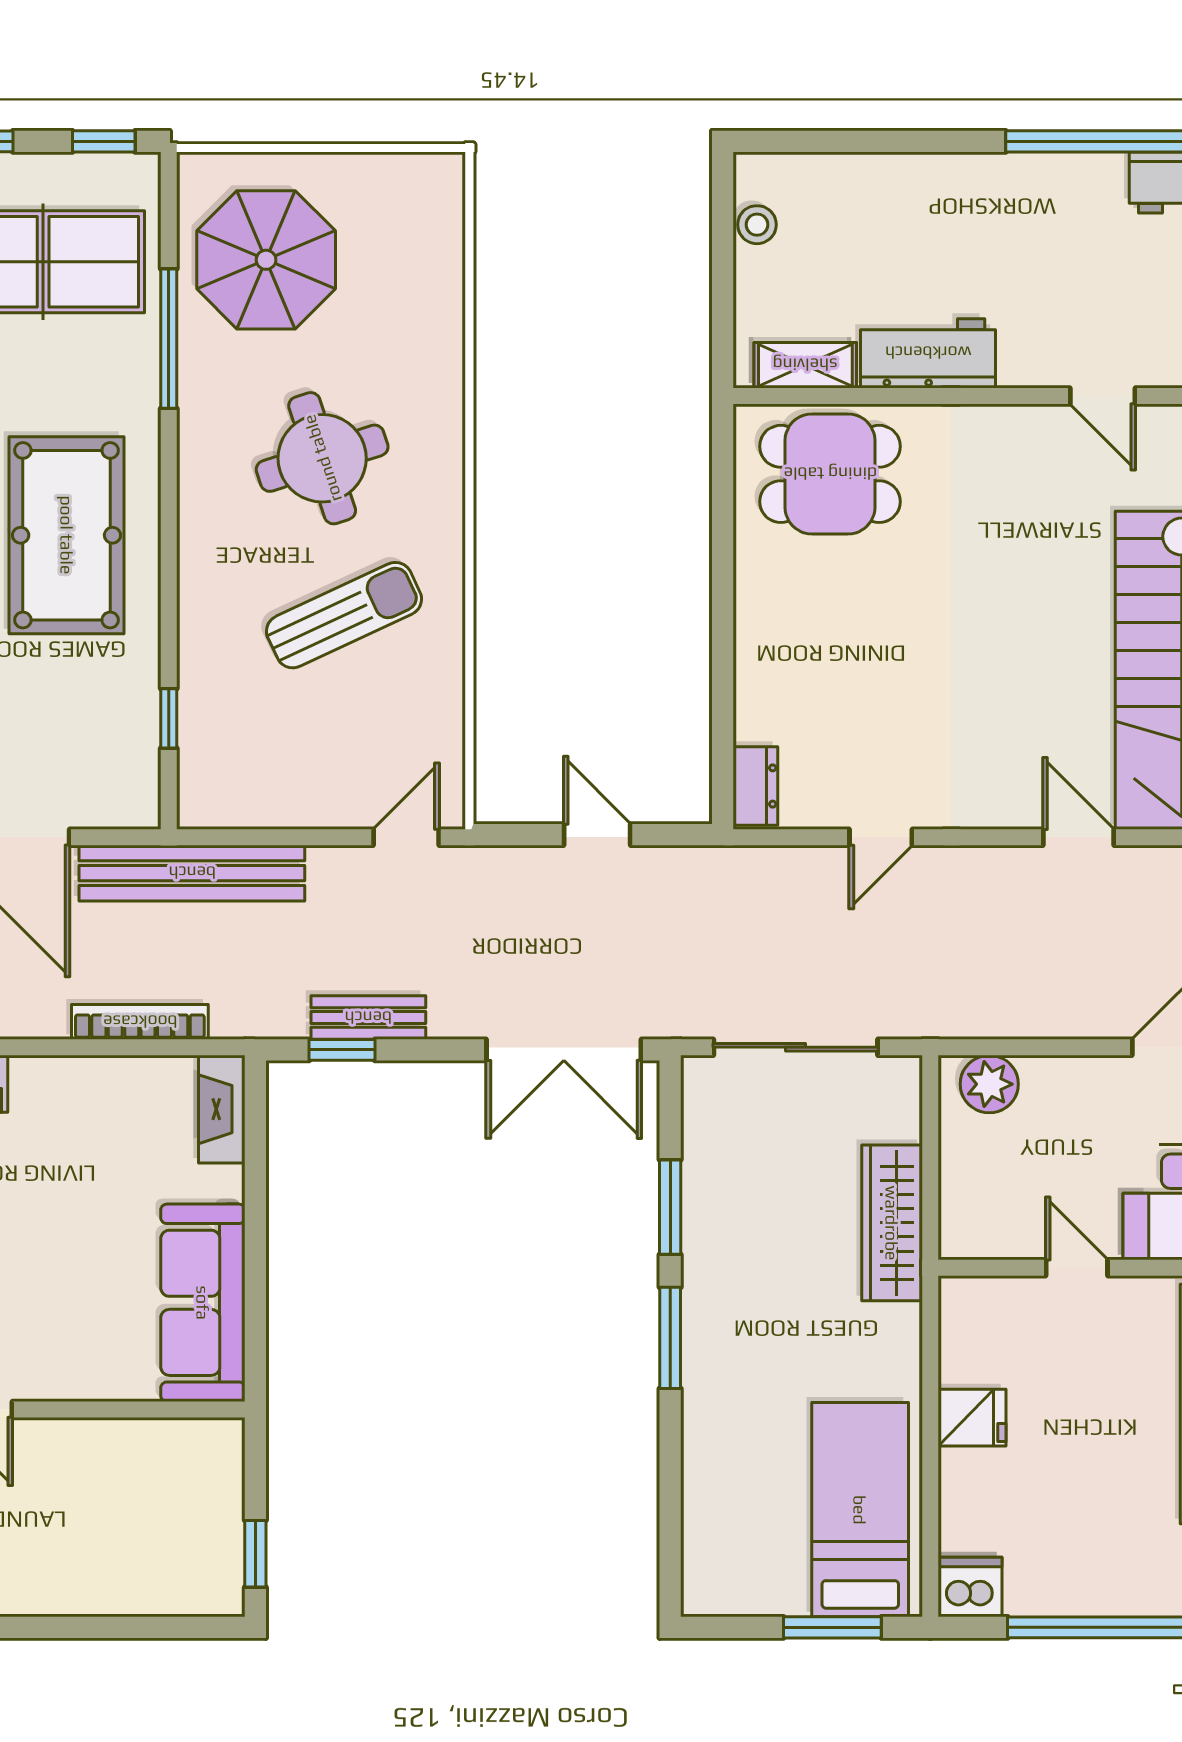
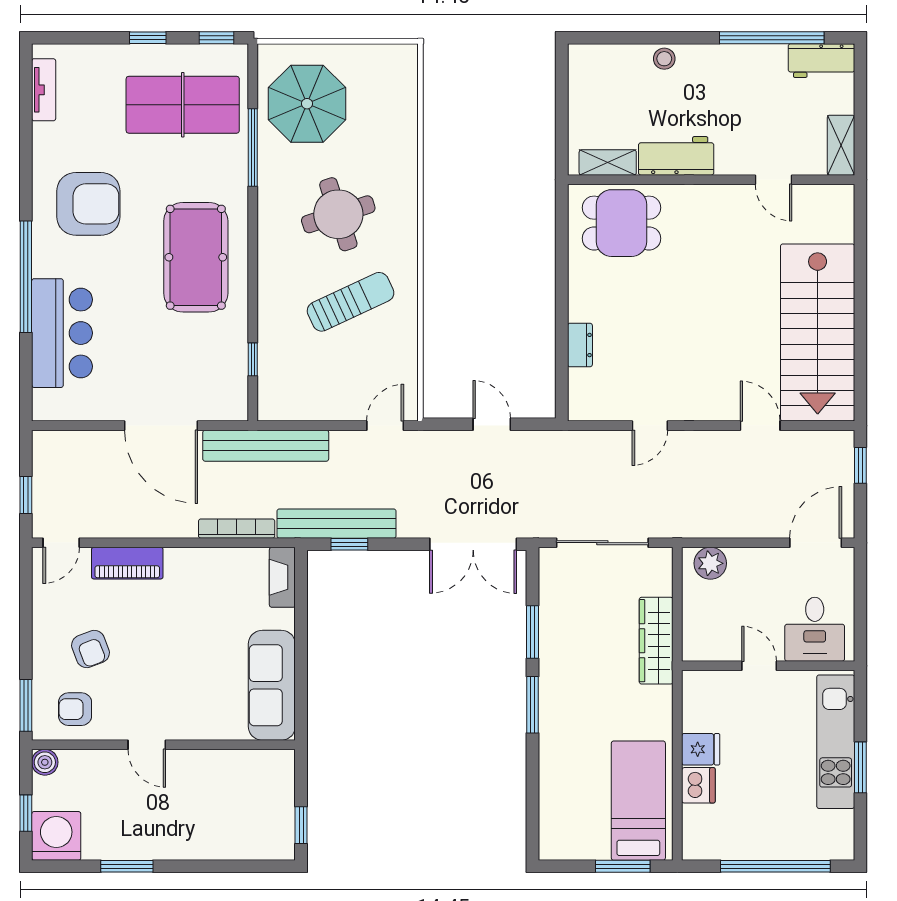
stool: (757, 225) -> (664, 59), moved
dresser: (755, 786) -> (580, 345), moved
bench: (368, 1018) -> (337, 524), width x1.86, depth x1.21
dishwasher: (970, 1587) -> (698, 785), moved, turned 90

